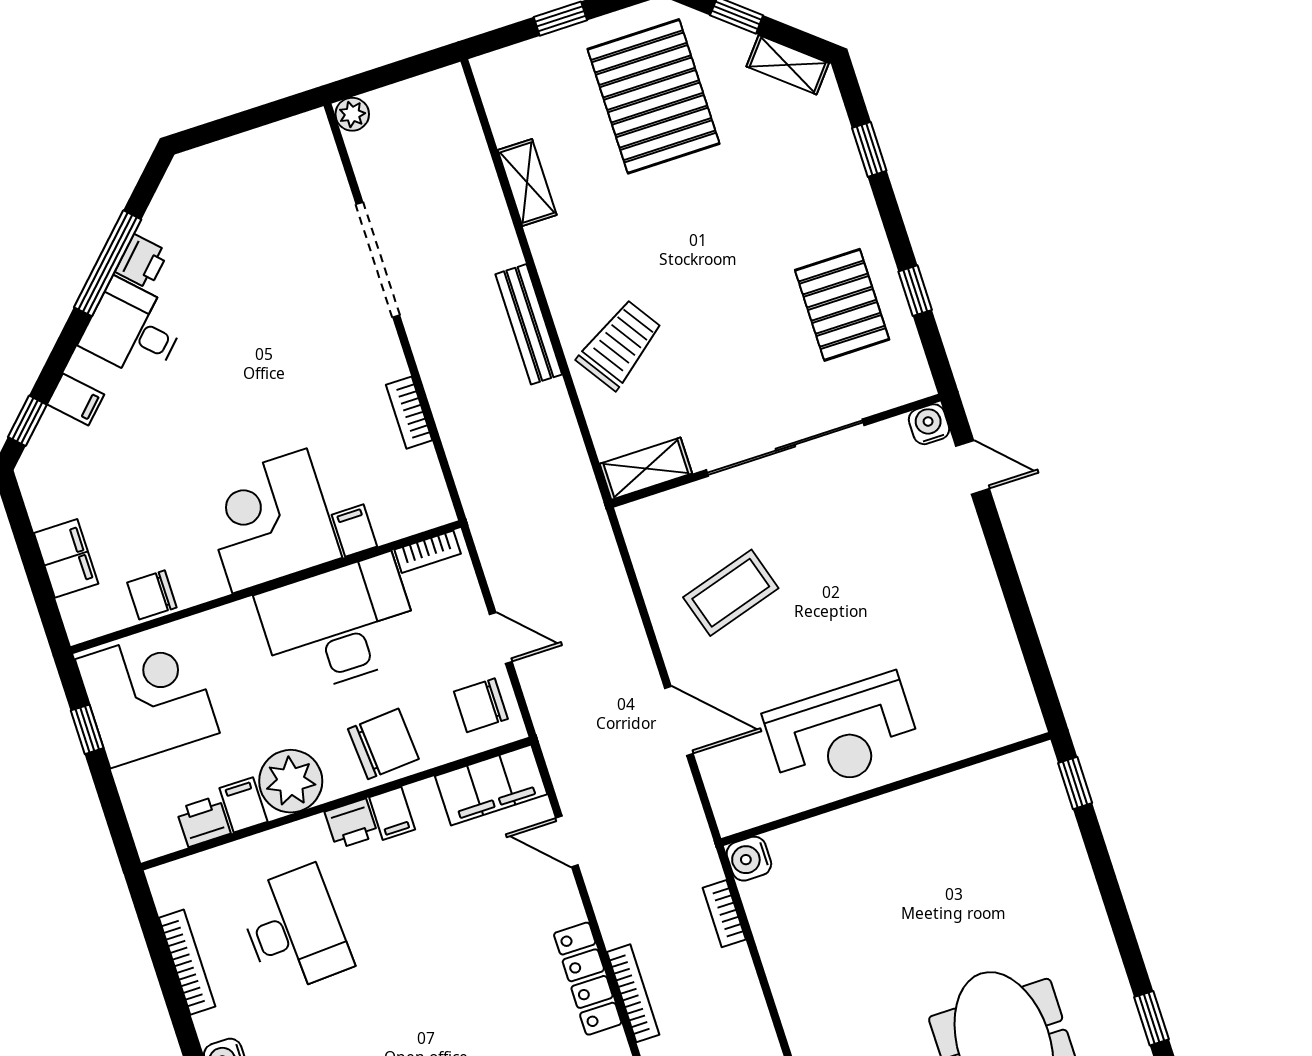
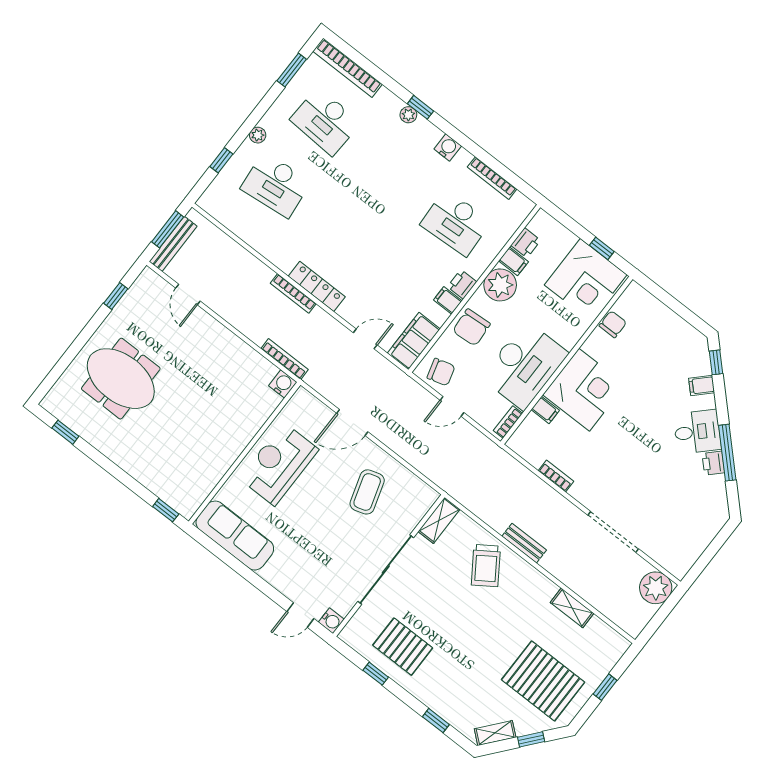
plant: (352, 114) -> (656, 588), width x1.88, depth x1.88
bench: (529, 324) -> (524, 543), width x0.73
filing cabinet: (66, 558) -> (660, 315), removed
sofa: (991, 667) -> (235, 536), added
chair: (481, 705) -> (441, 372), turned 74
bookcase: (724, 914) -> (285, 359), width x1.56

